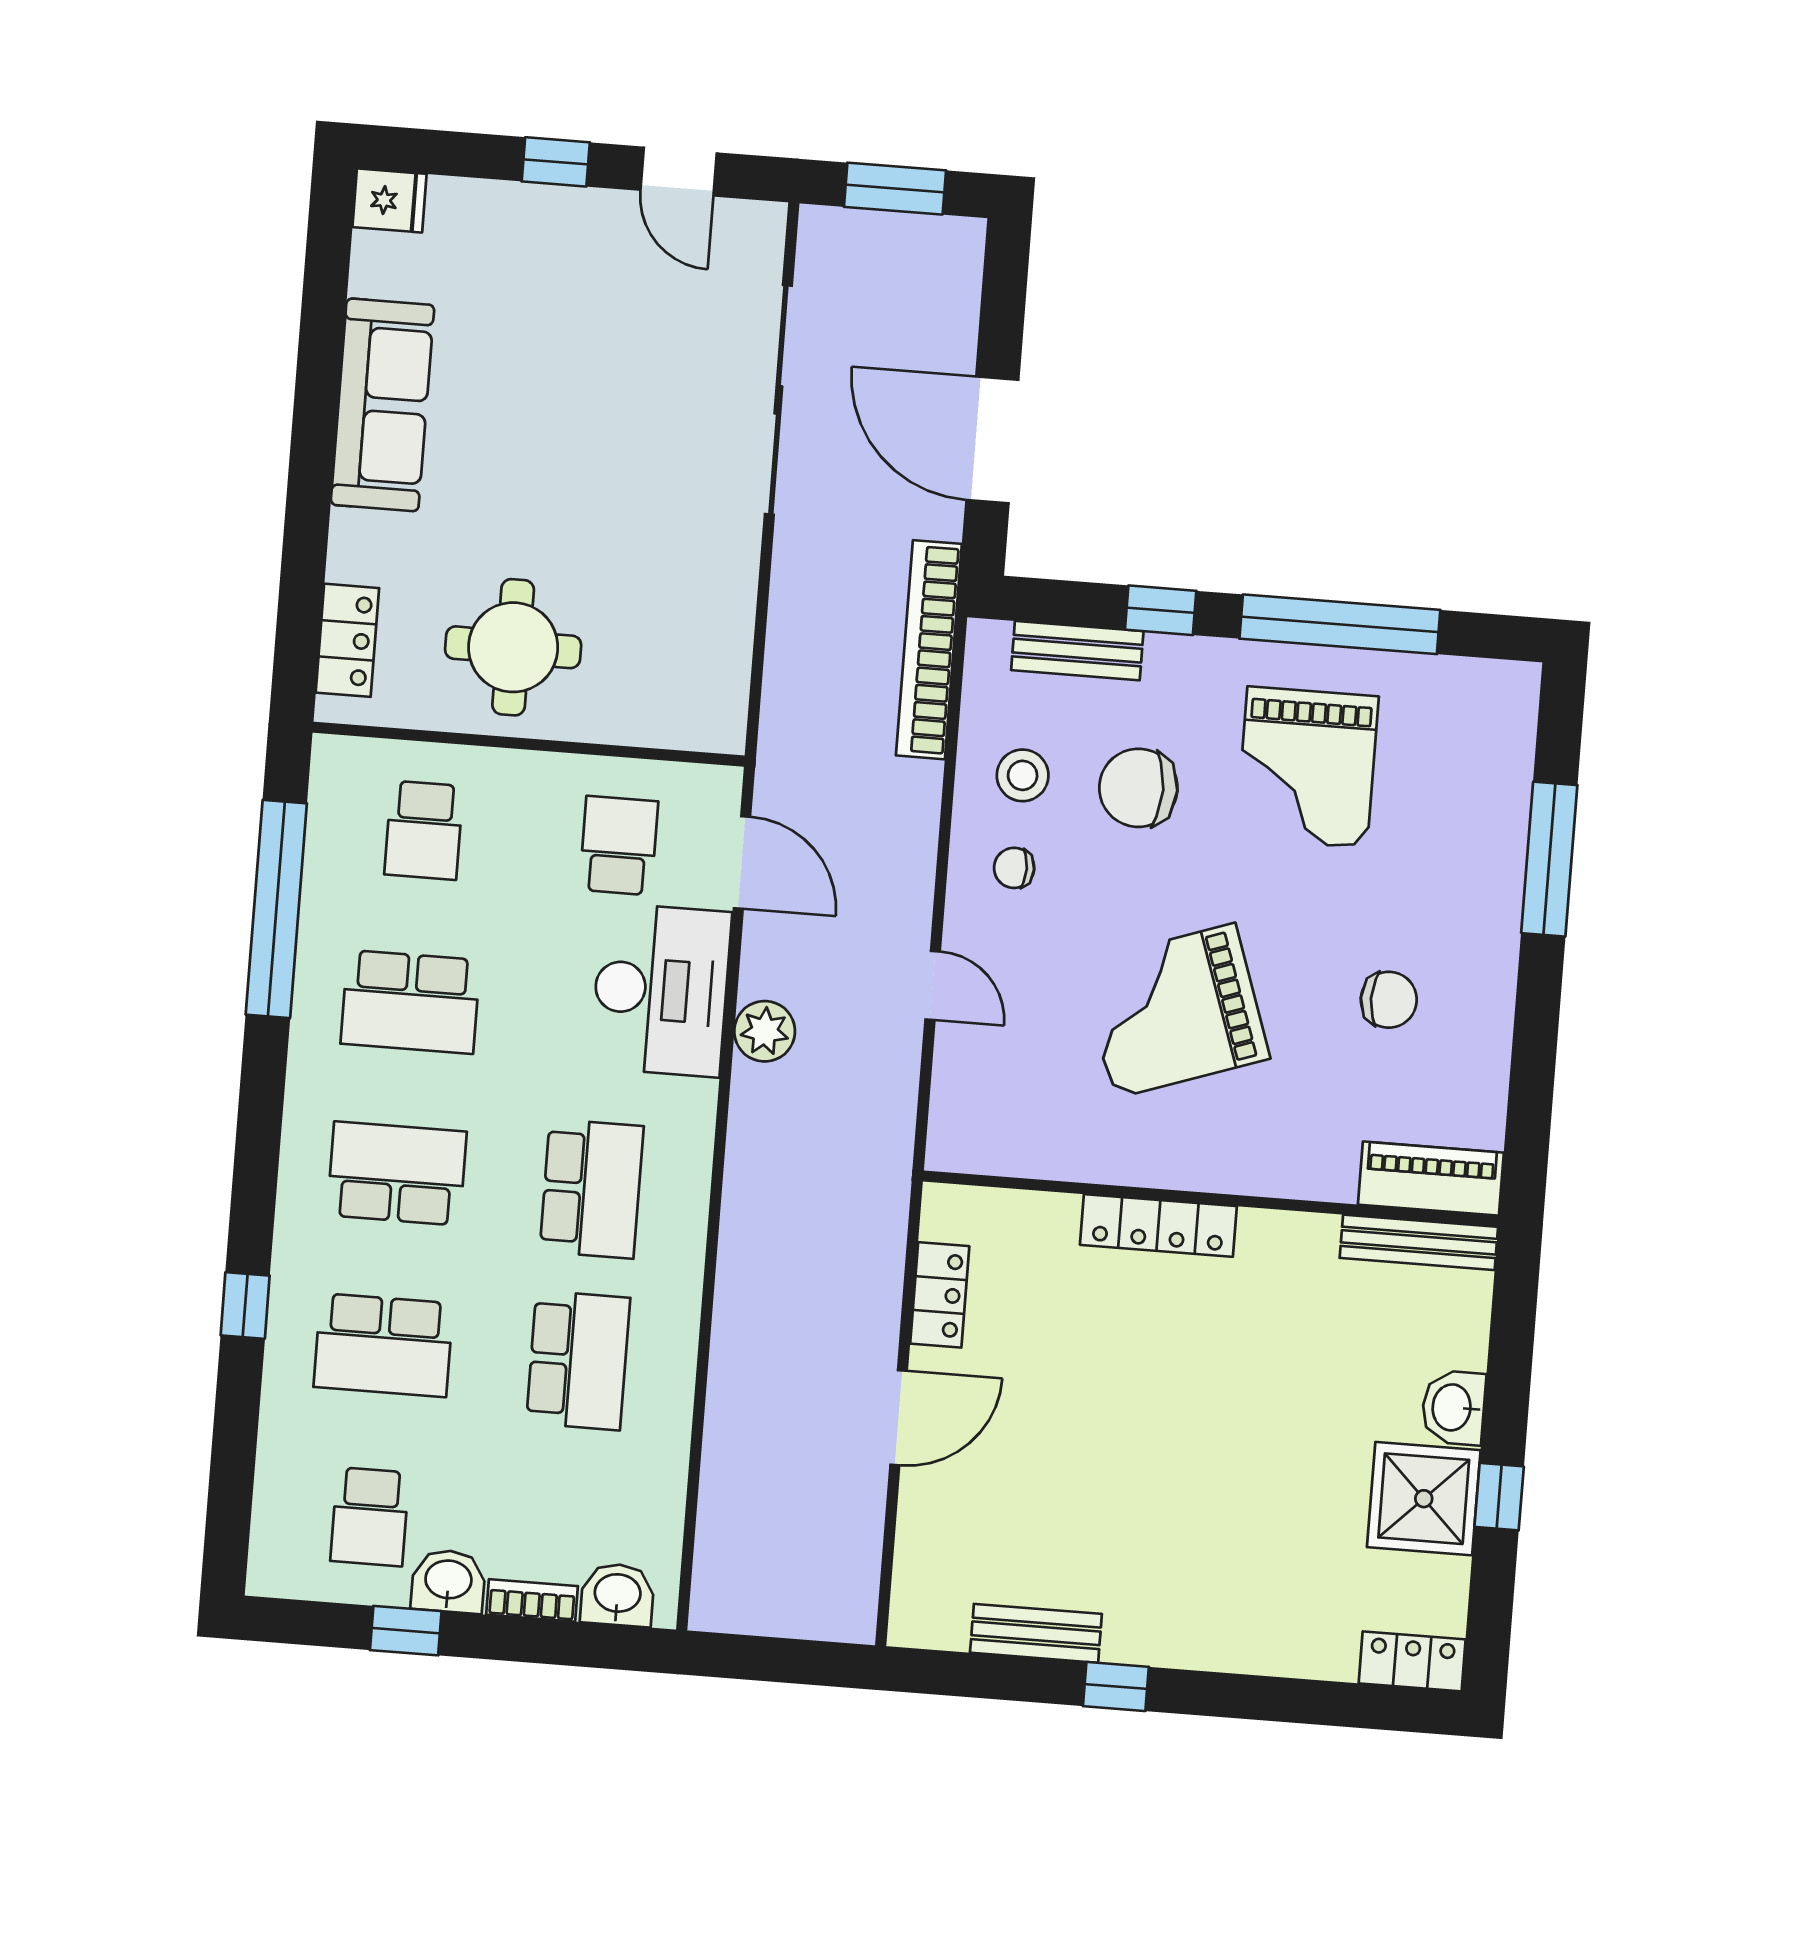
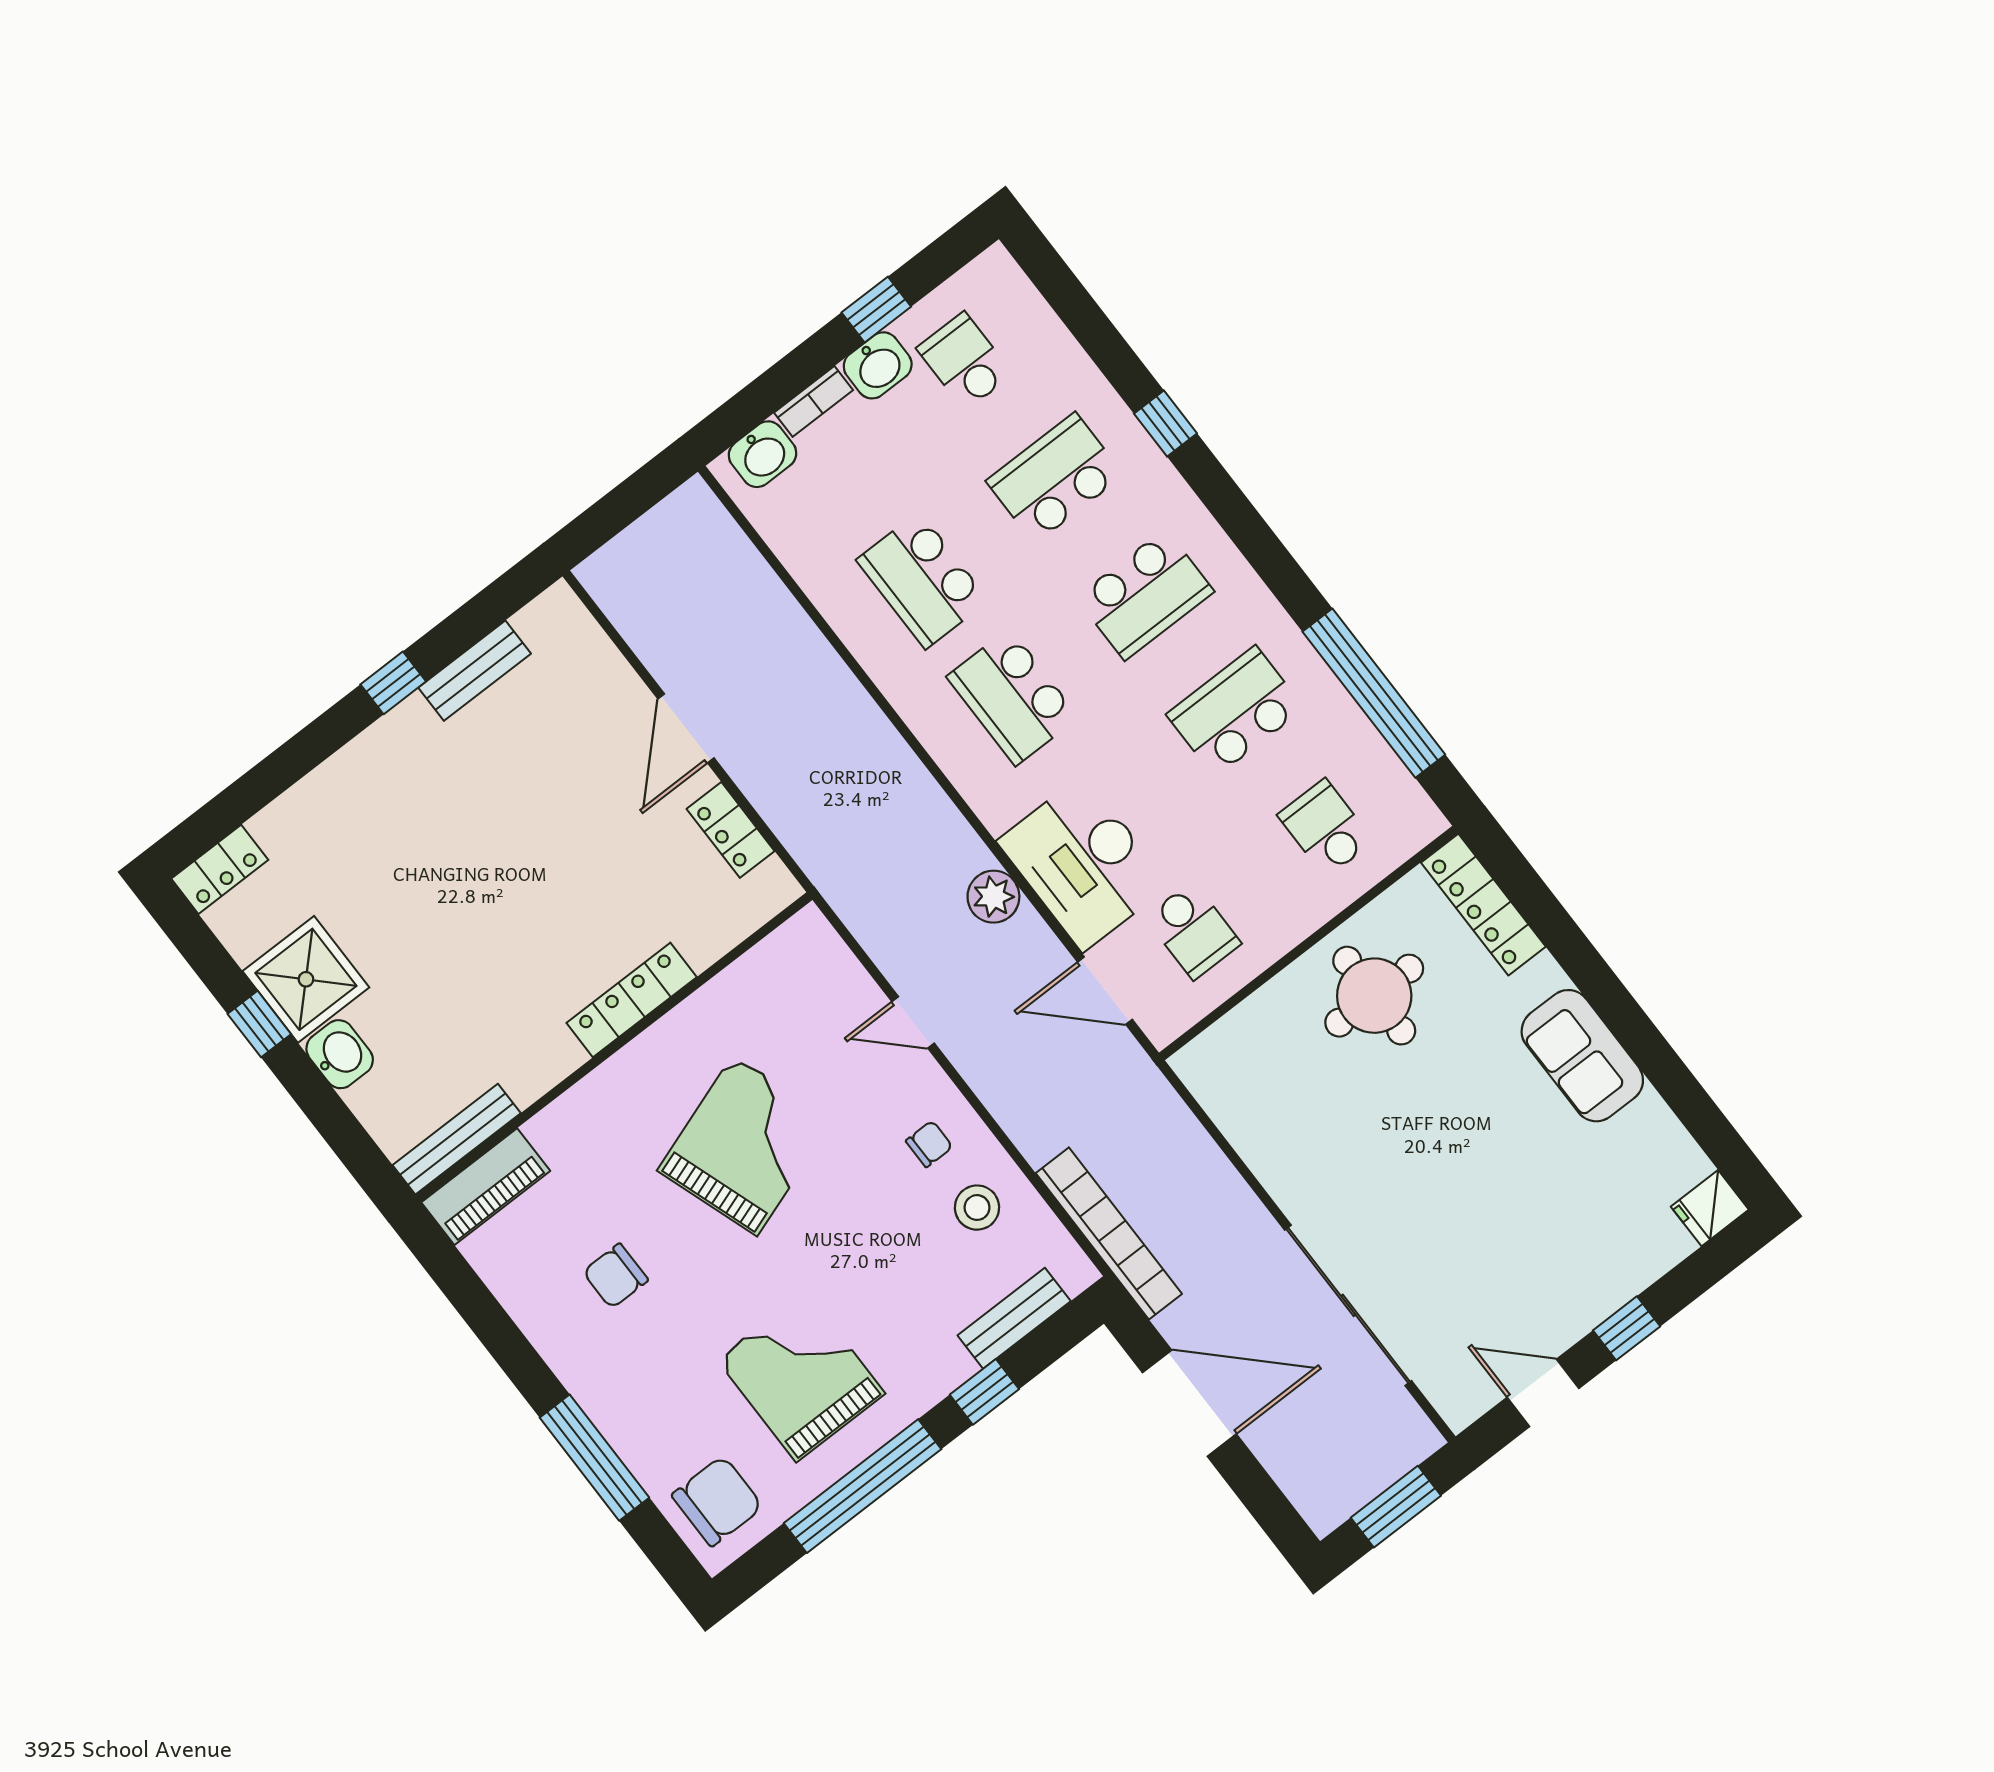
sofa: (382, 405) -> (1582, 1056), width x0.73
locker: (347, 640) -> (1483, 905), width x1.53
chair: (1138, 788) -> (717, 1501), moved

